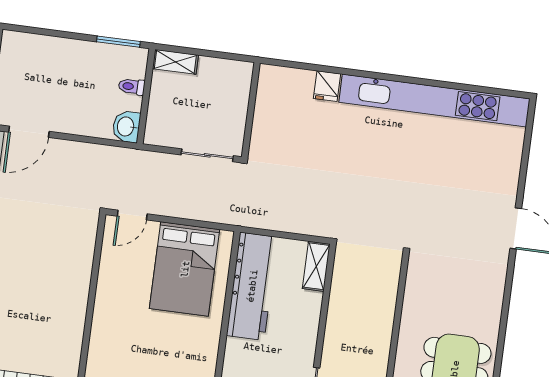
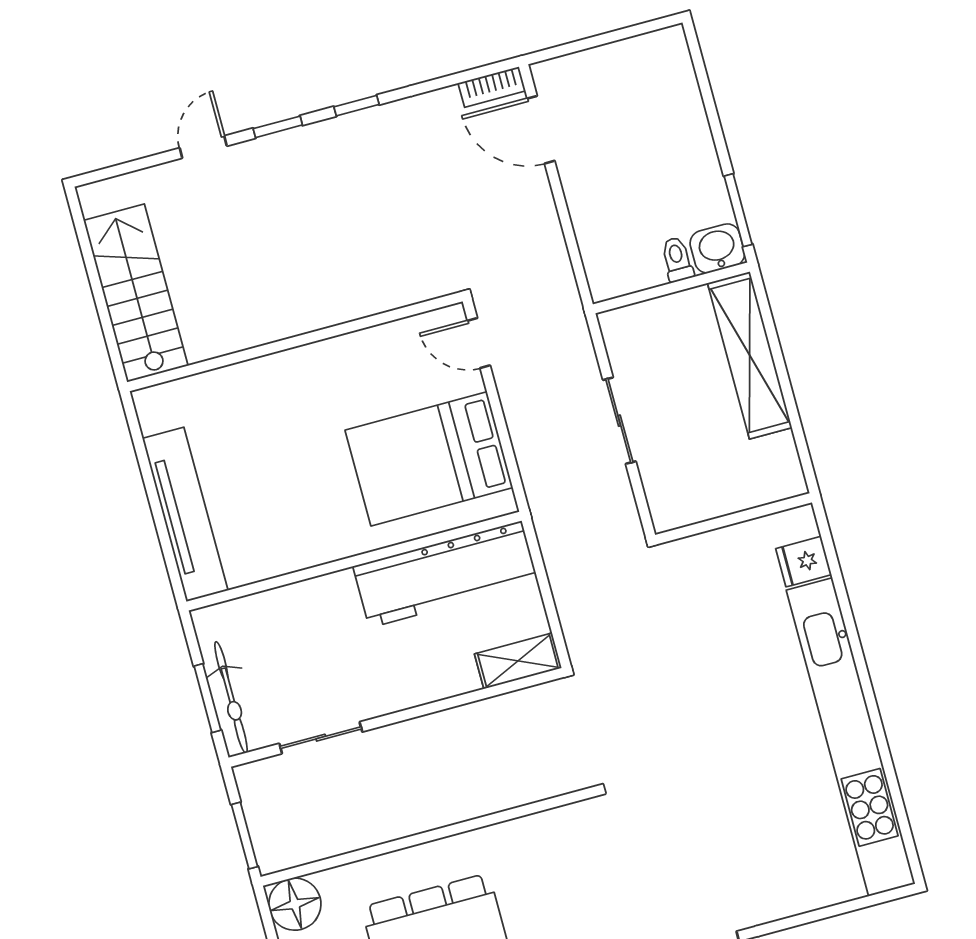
shelving: (175, 62) -> (750, 355), width x2.20, depth x1.33
wall: (251, 110) -> (734, 519), moved
washbasin: (126, 127) -> (717, 248), moved

